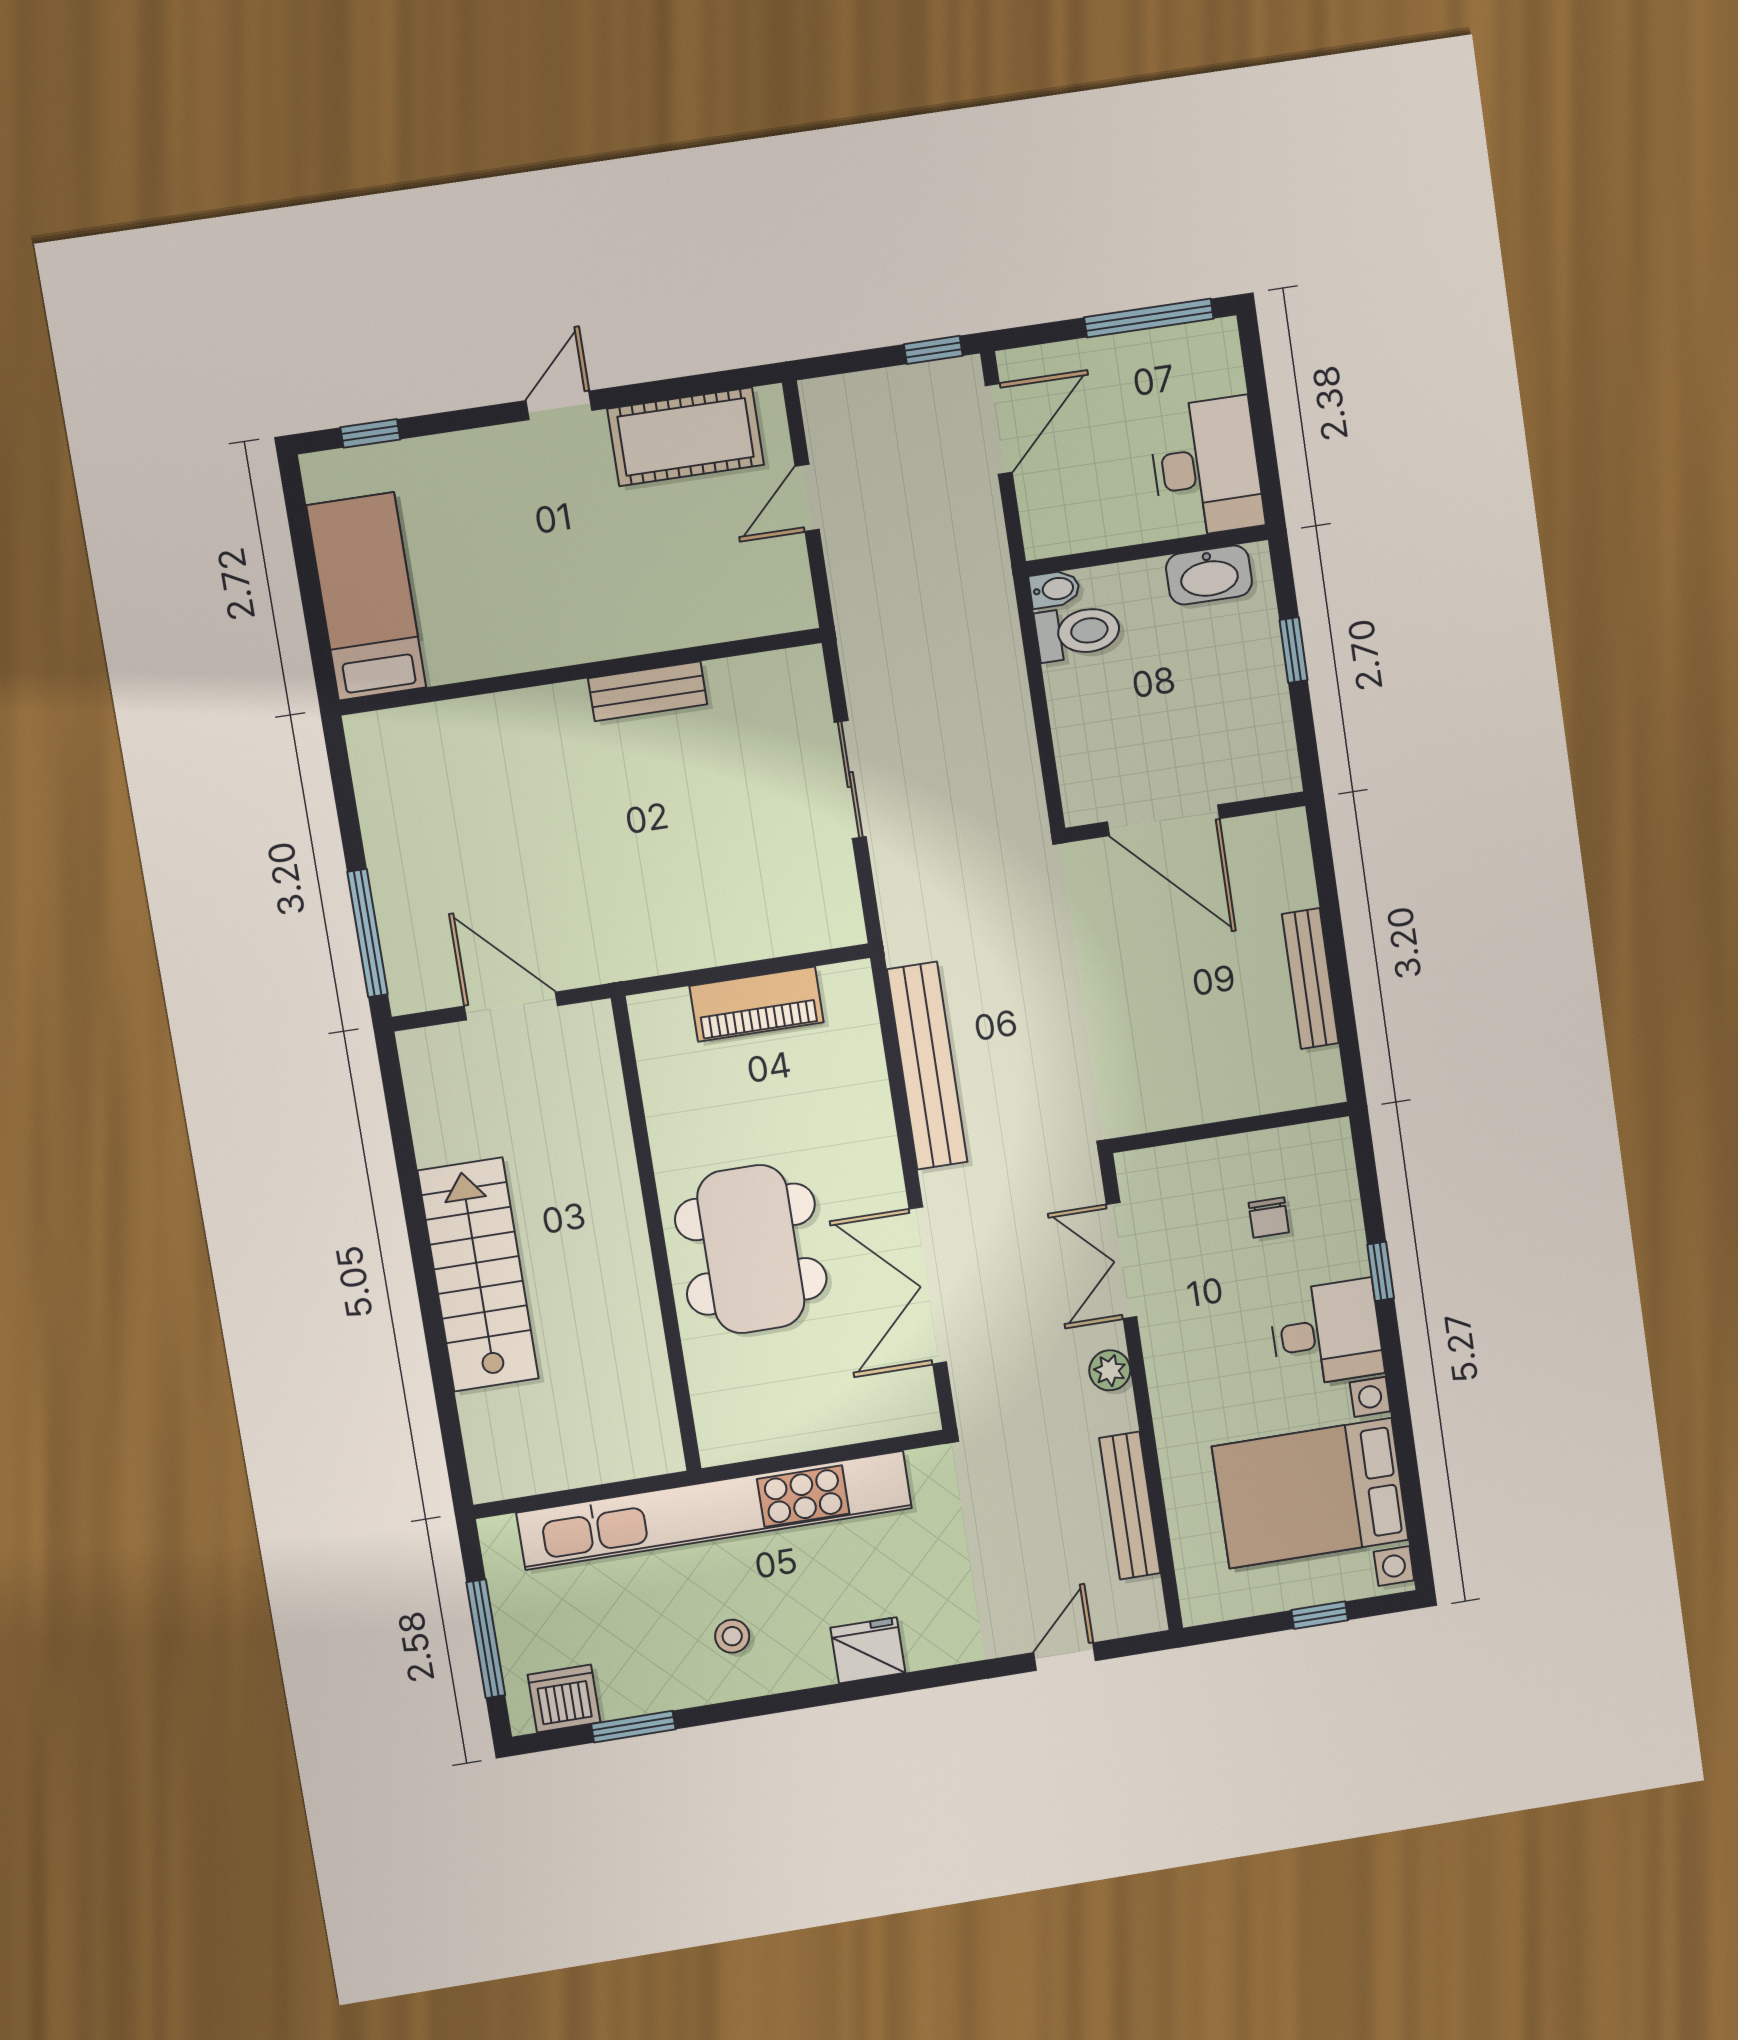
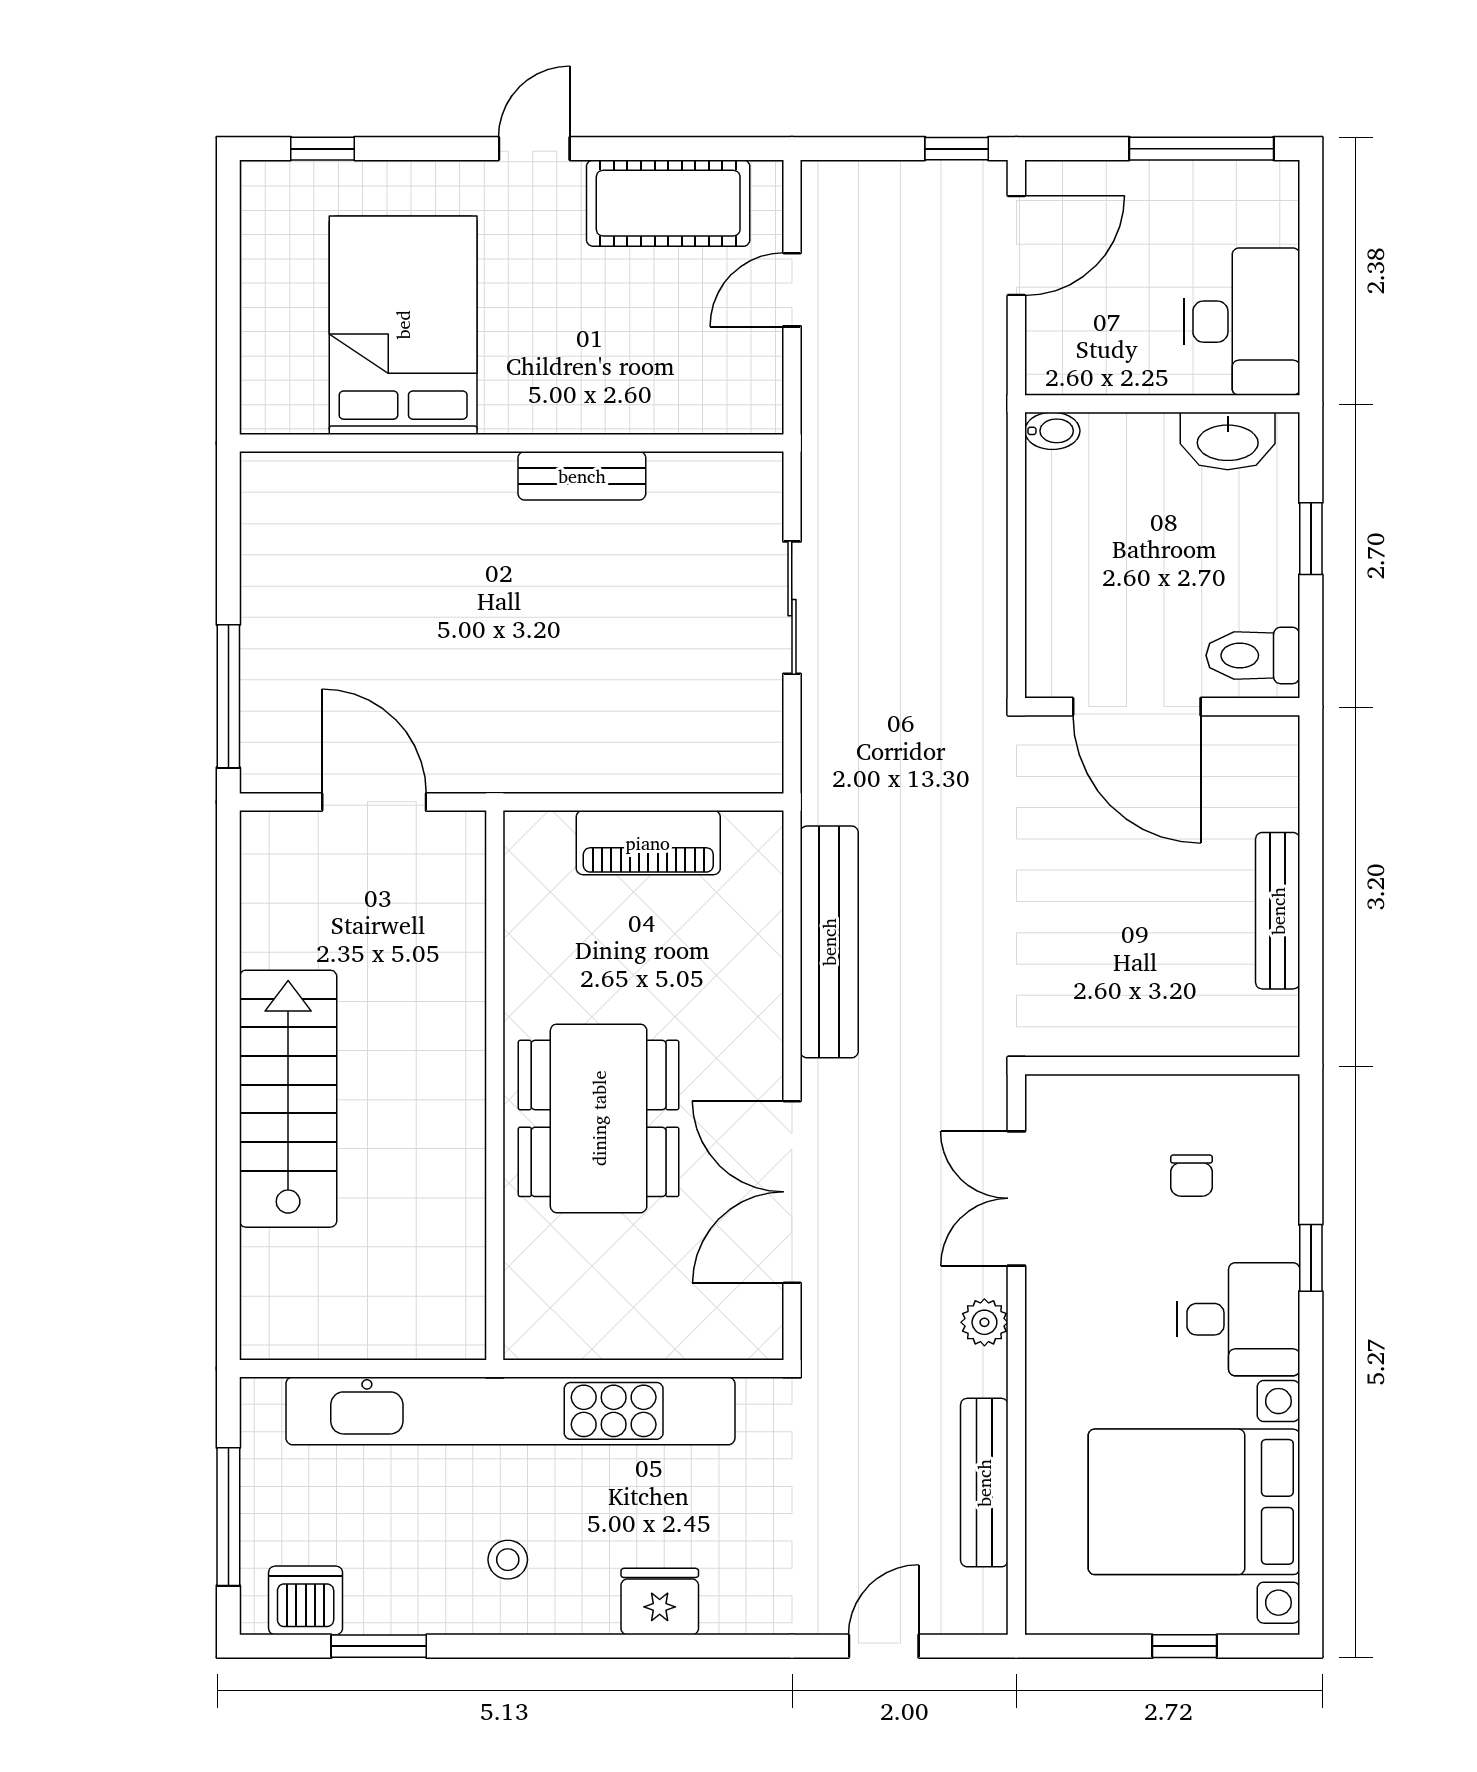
bed: (366, 596) -> (403, 325), moved, width x1.50
toilet: (1078, 632) -> (1253, 655), moved, turned 180

